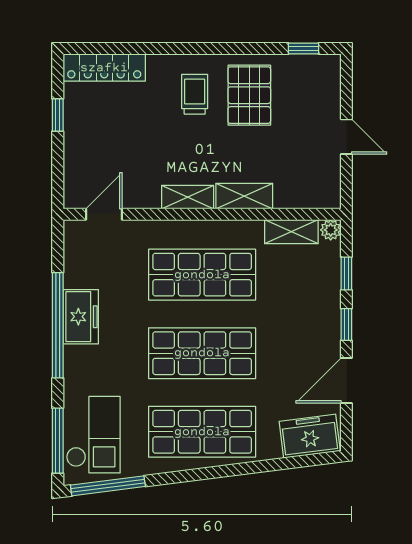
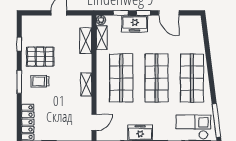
window: (194, 49) -> (19, 82), added
window: (303, 49) -> (19, 44), moved
shelving: (244, 196) -> (86, 41), moved
door: (104, 214) -> (94, 122), swing flipped
freezer: (310, 436) -> (135, 24), moved, turned -83

